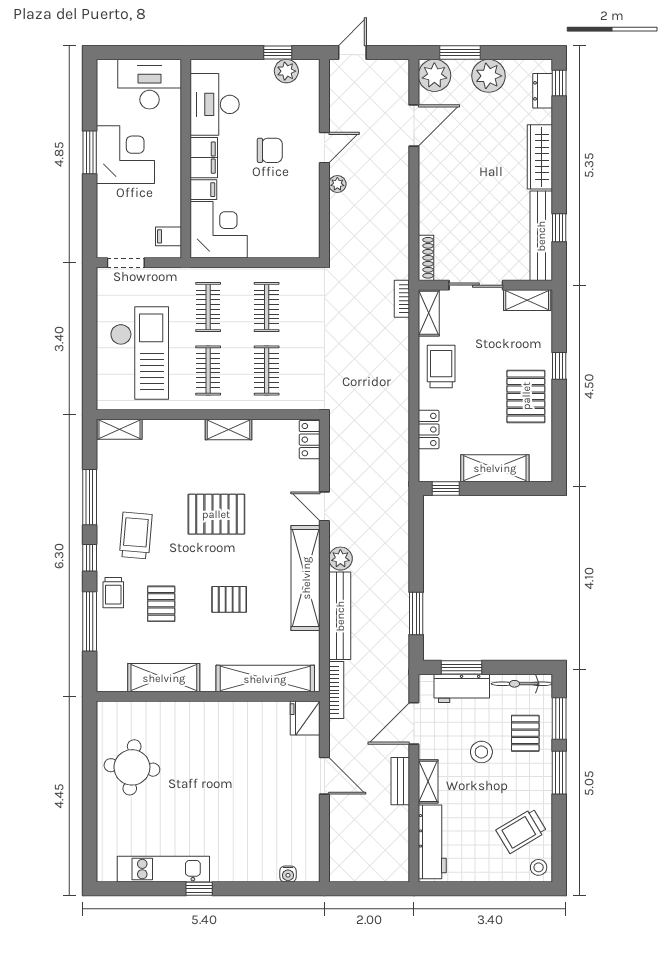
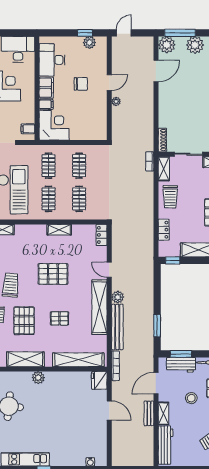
window: (460, 52) -> (180, 33), width x1.44
trolley: (441, 367) -> (170, 197), turned 180
pallet: (161, 604) -> (24, 321), width x1.50, depth x1.42
plant: (188, 713) -> (38, 378), added

